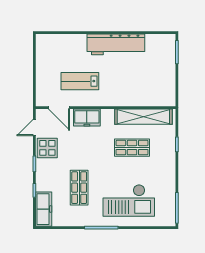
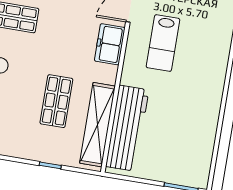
workbench: (116, 44) -> (127, 128), moved, turned 180
lab bench: (80, 81) -> (163, 43), turned 180

